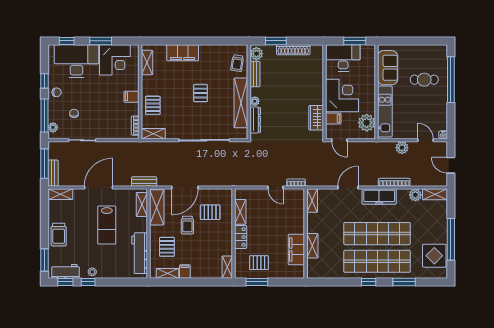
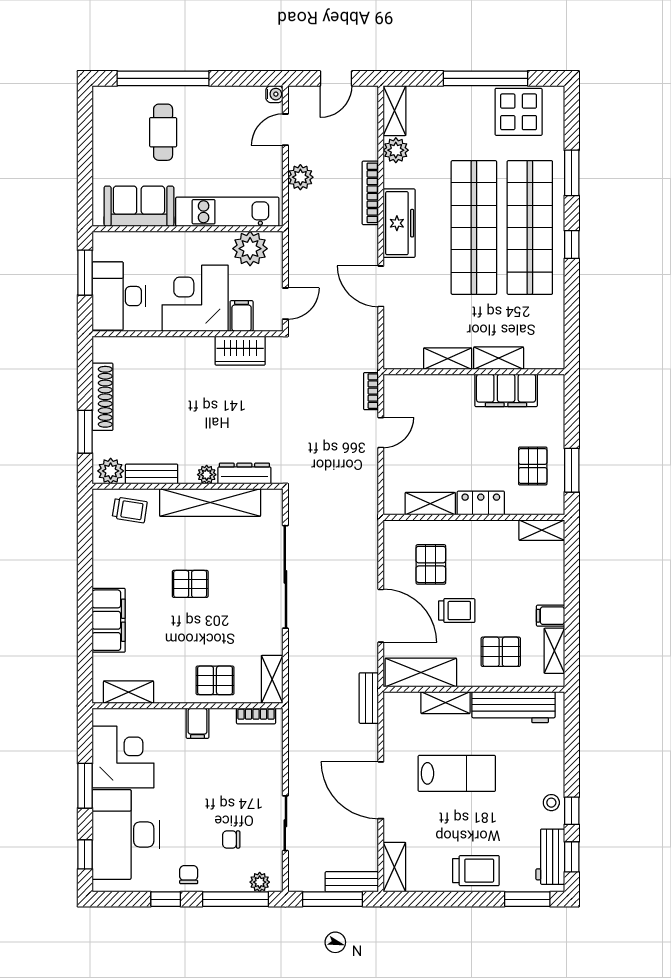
shelving: (312, 201) -> (448, 359), moved
shelving: (142, 204) -> (445, 703), moved

